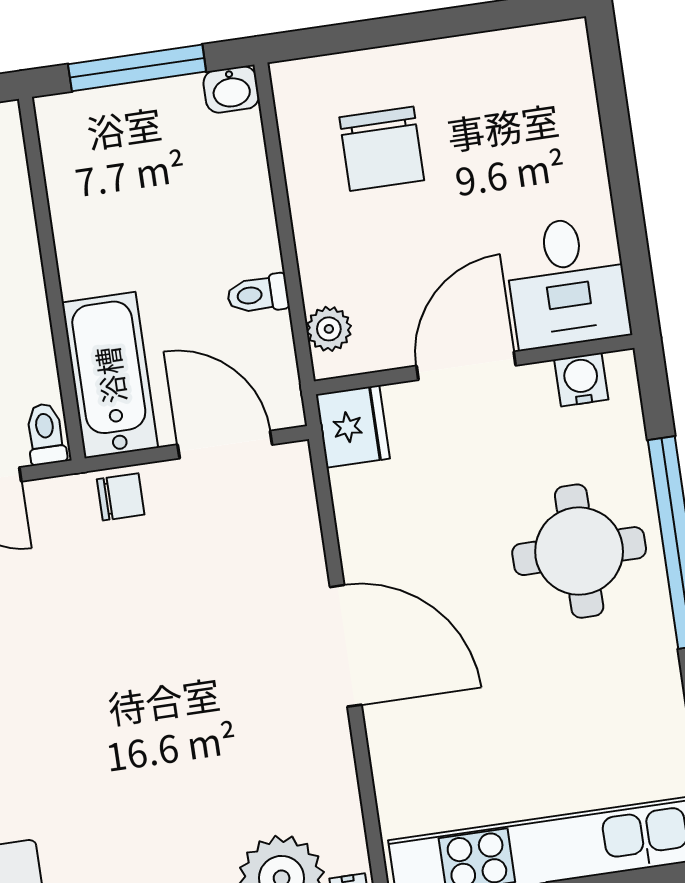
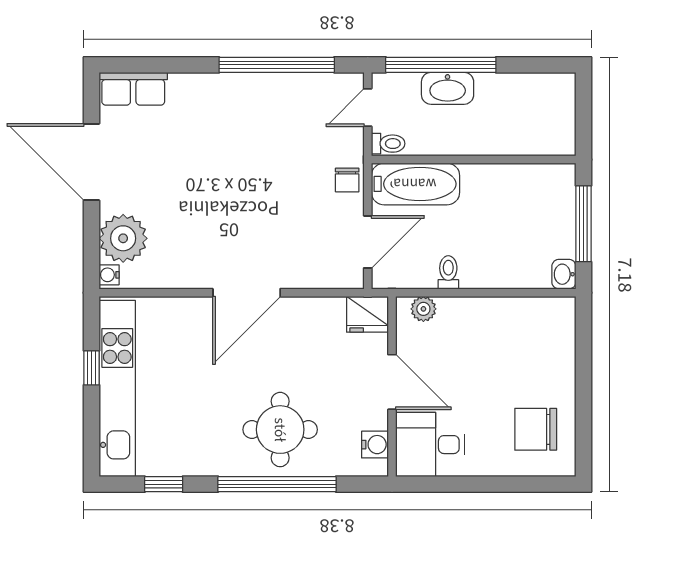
chair: (382, 149) -> (536, 429), moved

